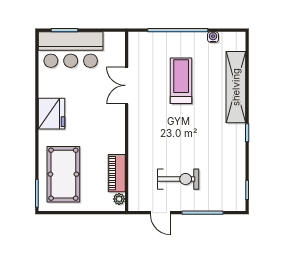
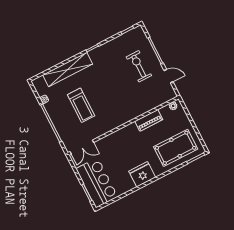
treadmill: (181, 81) -> (81, 105), turned -90
double door: (127, 85) -> (82, 147), moved
piano: (117, 173) -> (149, 120), moved
exercise bike: (178, 179) -> (139, 66), moved
door: (160, 213) -> (169, 76), hinge flipped

